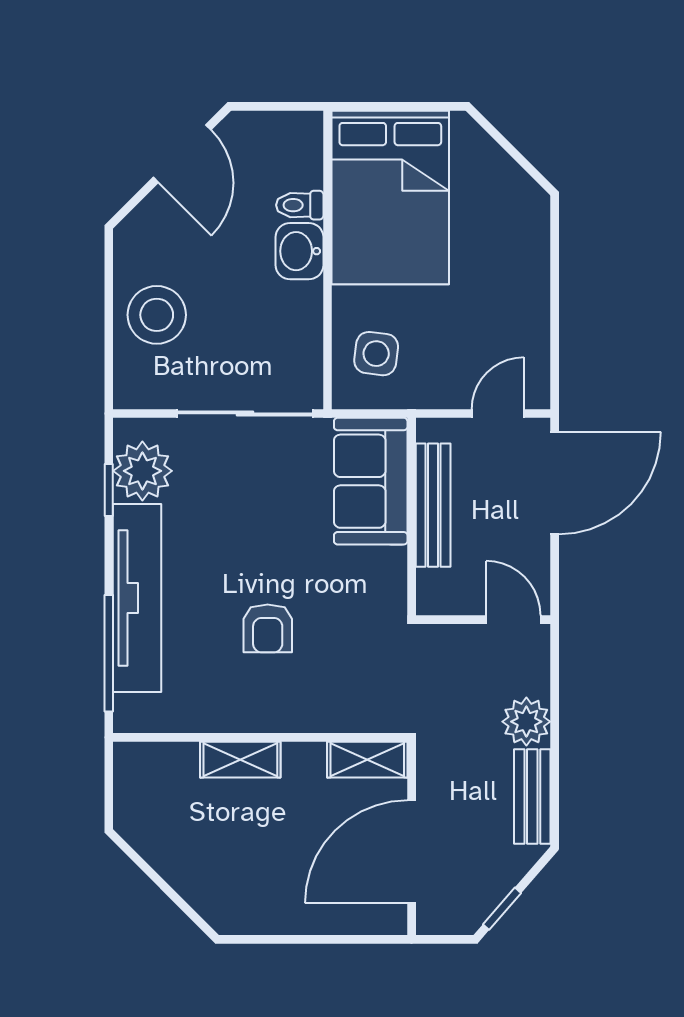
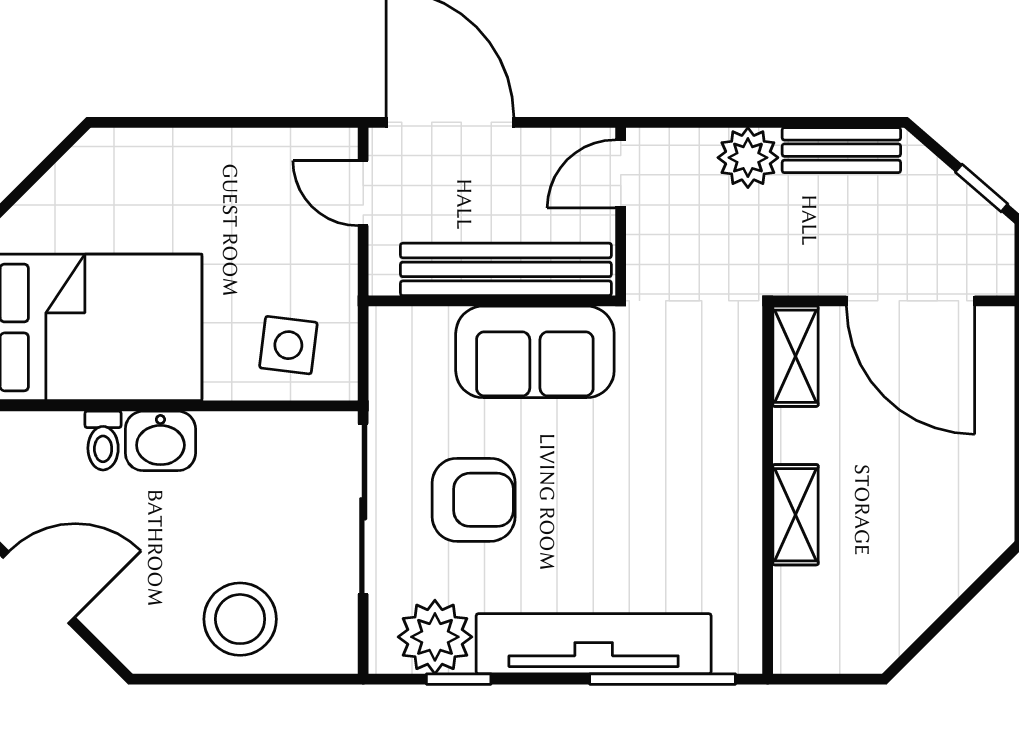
sofa: (371, 481) -> (535, 352), moved
bench: (433, 505) -> (506, 269), width x1.37, depth x1.21
armchair: (268, 628) -> (474, 500), moved, width x1.38, depth x1.38

